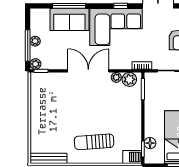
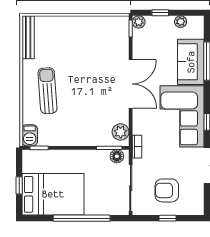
plant: (35, 41) -> (181, 22), moved
window: (28, 46) -> (160, 13), width x0.46
plant: (116, 77) -> (123, 117), removed
floor lamp: (150, 143) -> (117, 156), moved

